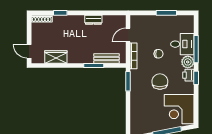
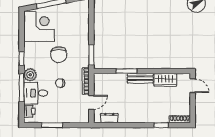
dresser: (93, 20) -> (109, 118), moved
bench: (106, 59) -> (140, 78), moved
printer: (188, 75) -> (29, 111), moved

